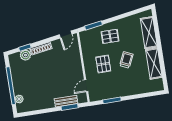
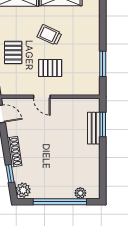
plant: (25, 55) -> (23, 190), moved
door: (86, 86) -> (42, 97), moved

